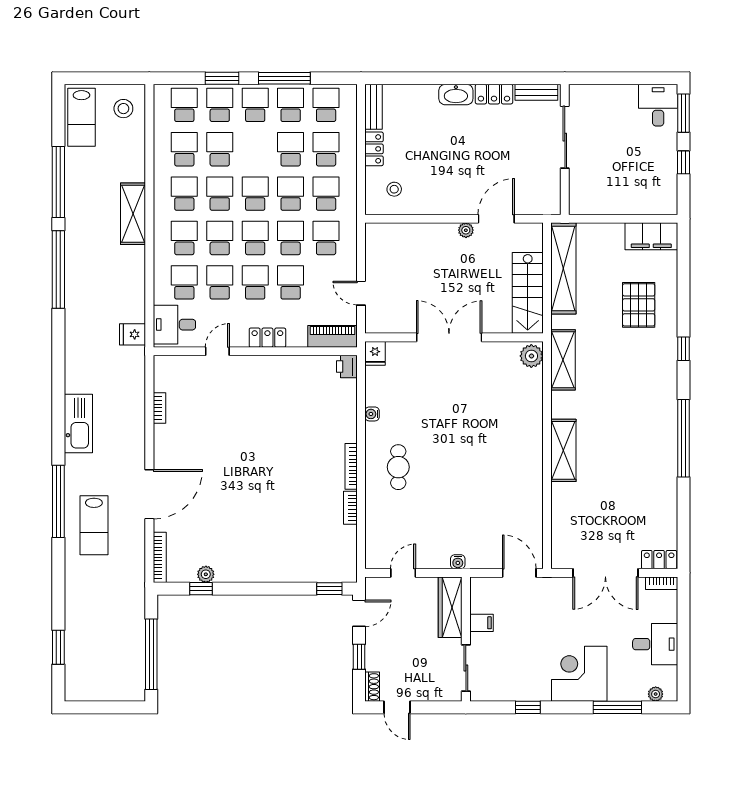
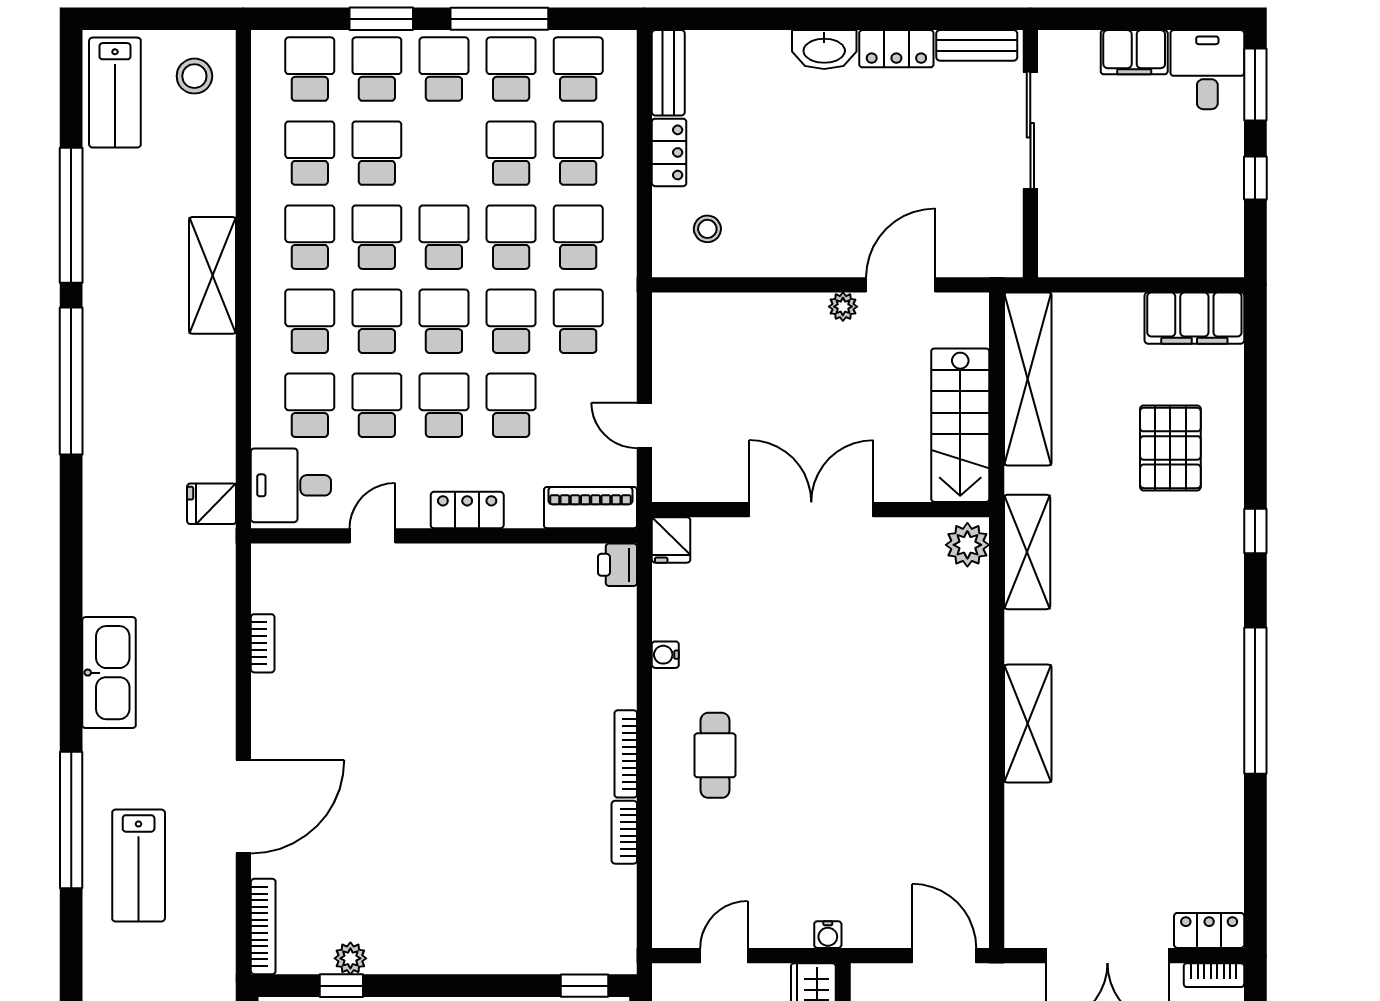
filing cabinet: (620, 96) -> (1134, 52), added

